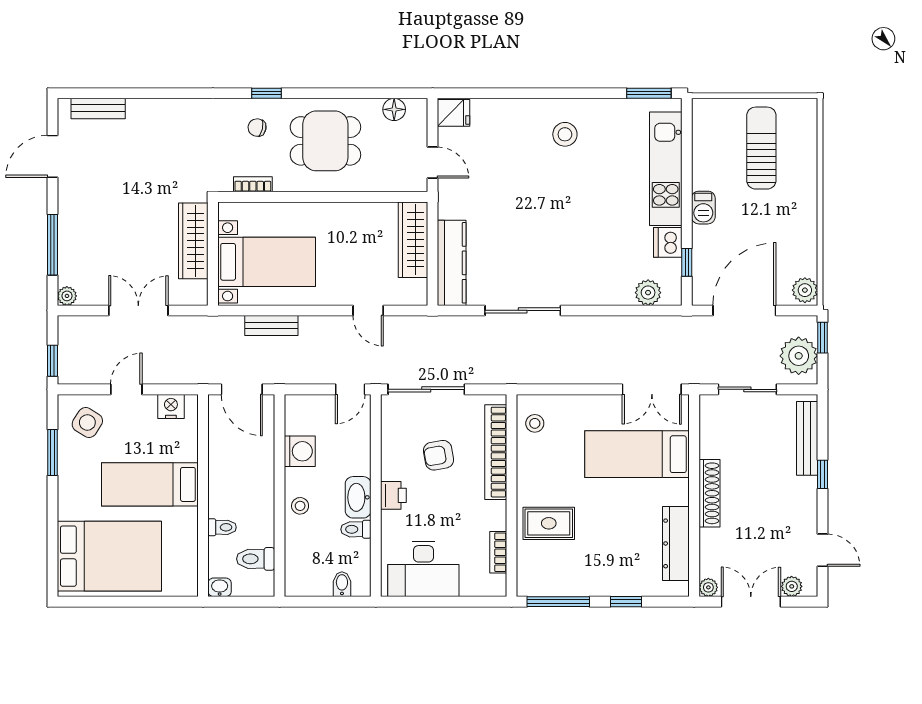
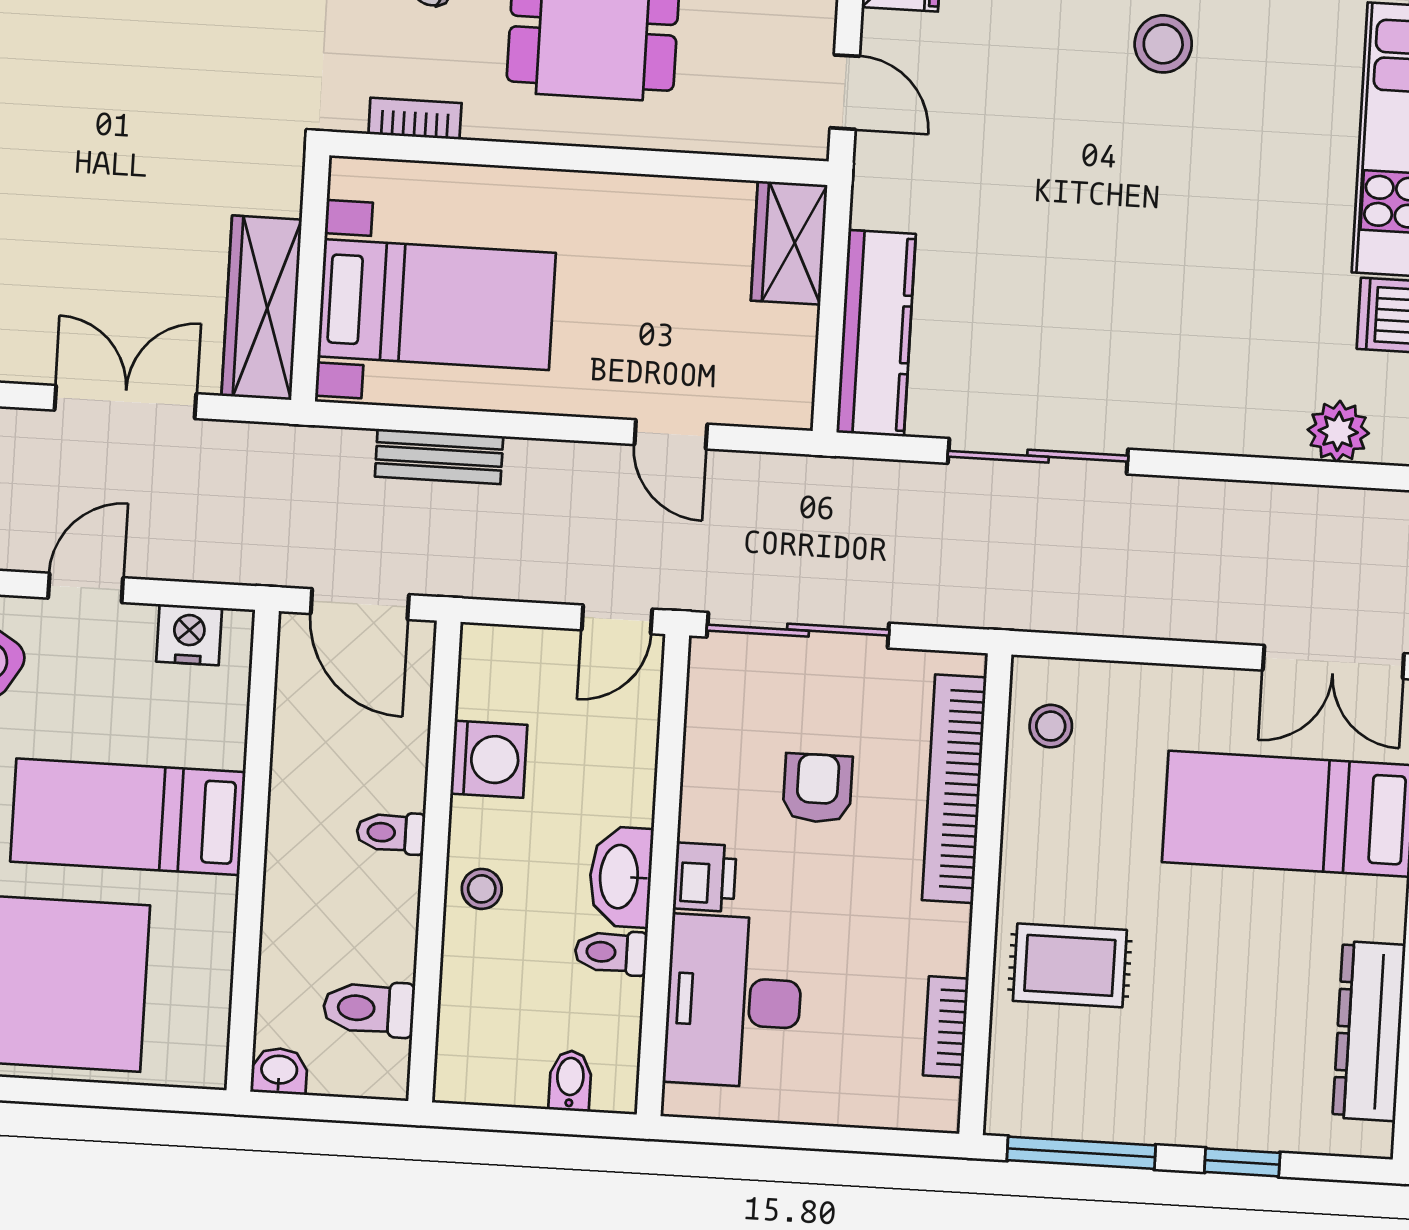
wardrobe: (413, 240) -> (789, 243), width x0.67
wardrobe: (193, 241) -> (262, 308), moved
armchair: (438, 455) -> (818, 788), turned 100
toilet: (222, 527) -> (391, 833), moved, turned 180
desk: (423, 569) -> (734, 1001), moved, turned 90

